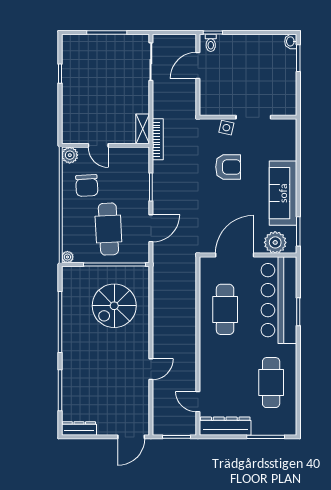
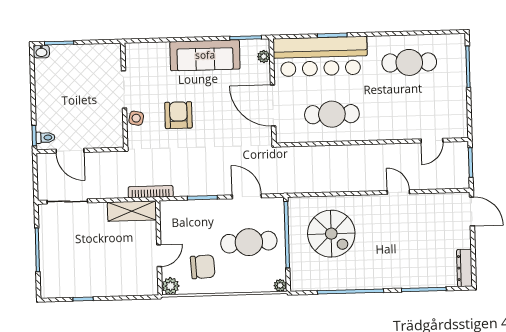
shelving: (143, 129) -> (132, 211), width x1.50, depth x1.33
plant: (275, 242) -> (264, 56), width x0.53, depth x0.53
dresser: (225, 426) -> (458, 111), removed

